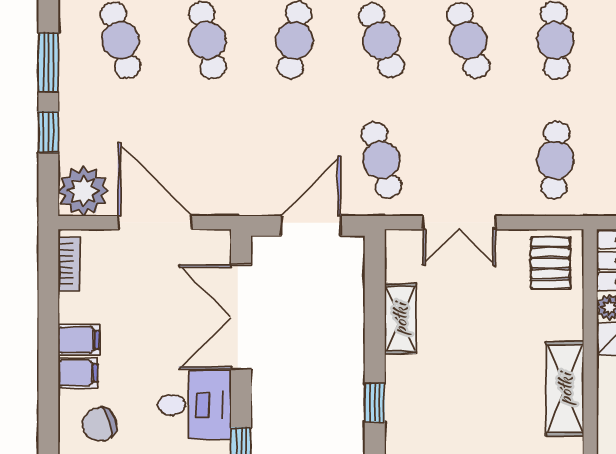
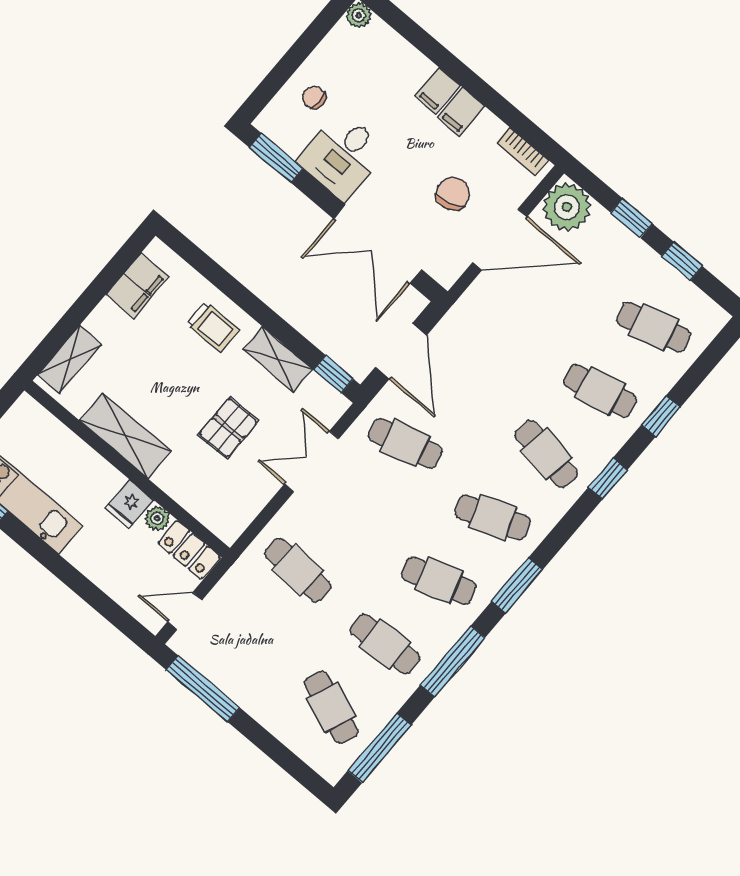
window: (48, 62) -> (682, 261), width x0.67
pallet: (550, 263) -> (228, 428), moved, turned 90
double door: (241, 317) -> (378, 244), swing flipped
trolley: (418, 392) -> (213, 327), added
window: (375, 403) -> (333, 374), moved
chair: (100, 424) -> (453, 194), moved

